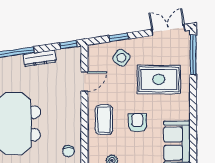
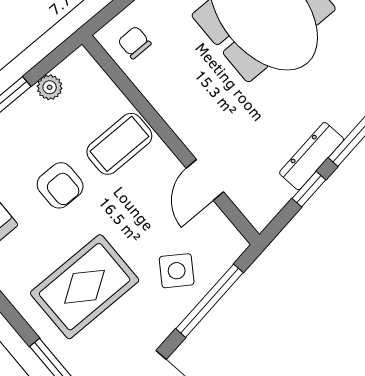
window: (119, 37) -> (210, 301), width x2.17
window: (69, 45) -> (309, 189), moved
coffee table: (104, 120) -> (119, 144), turned 90

